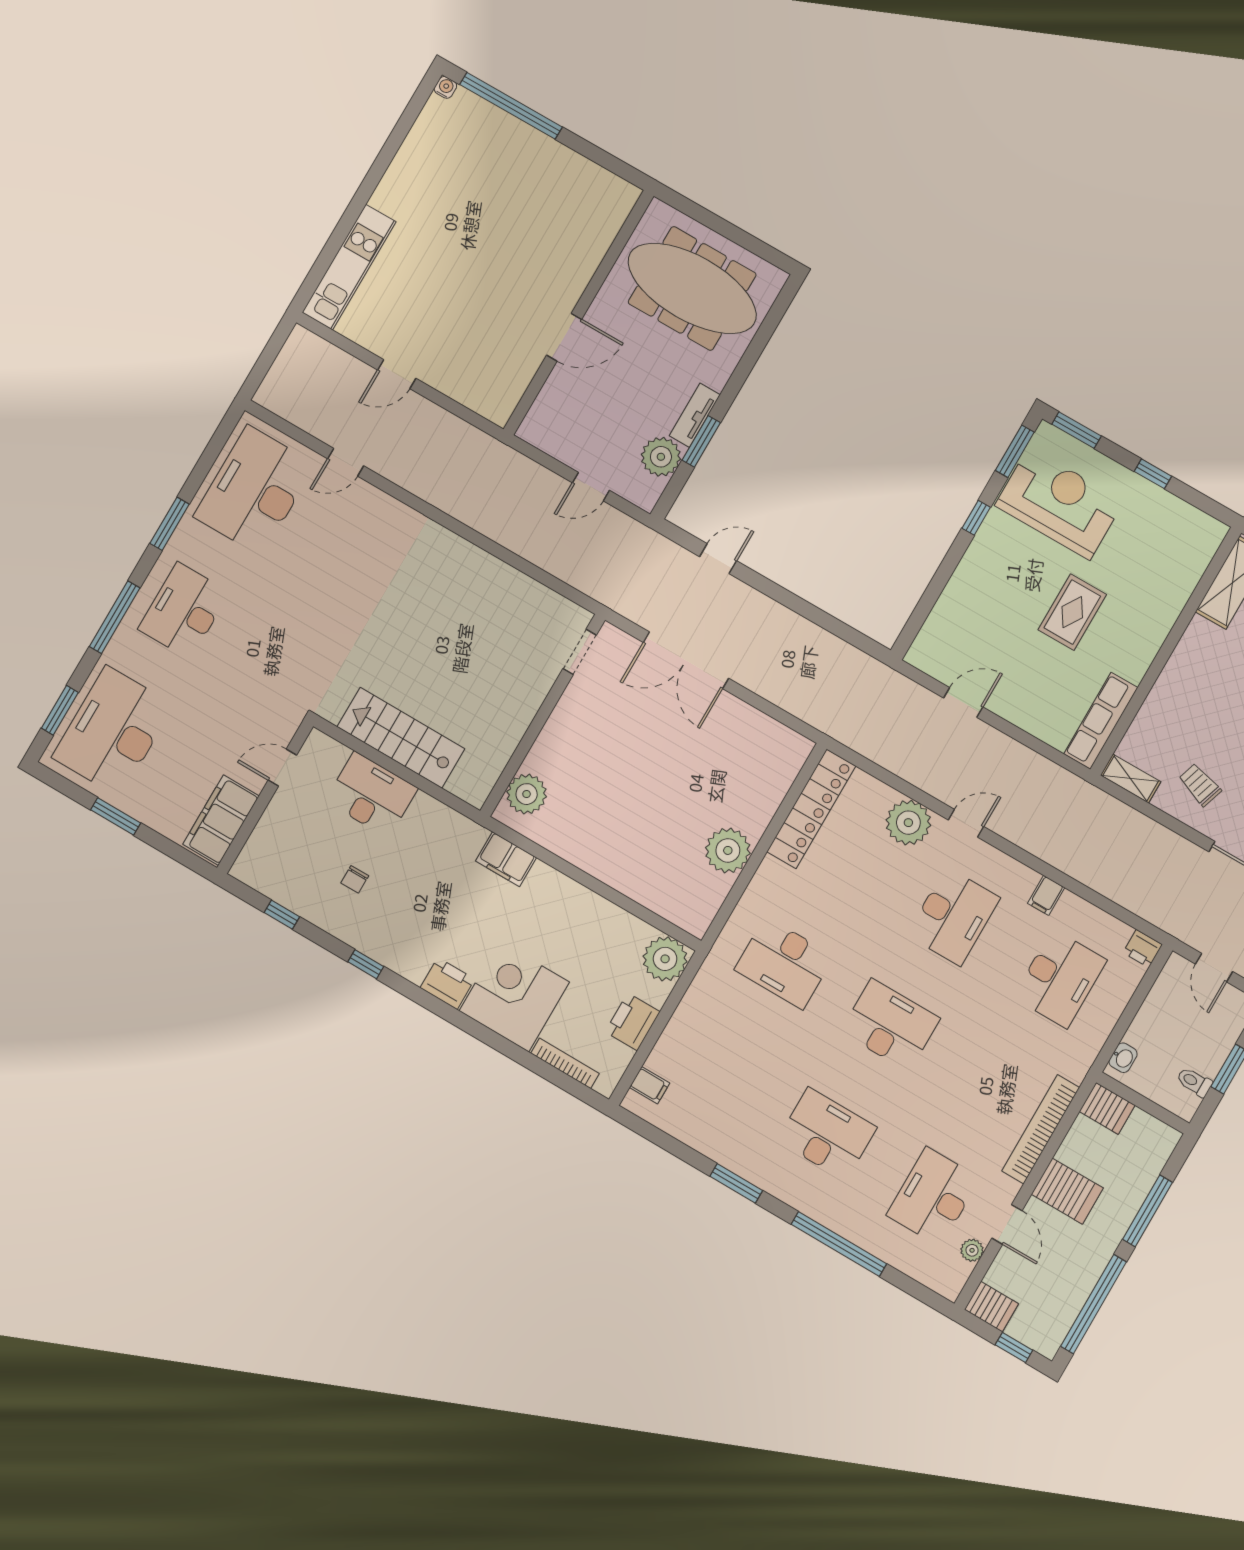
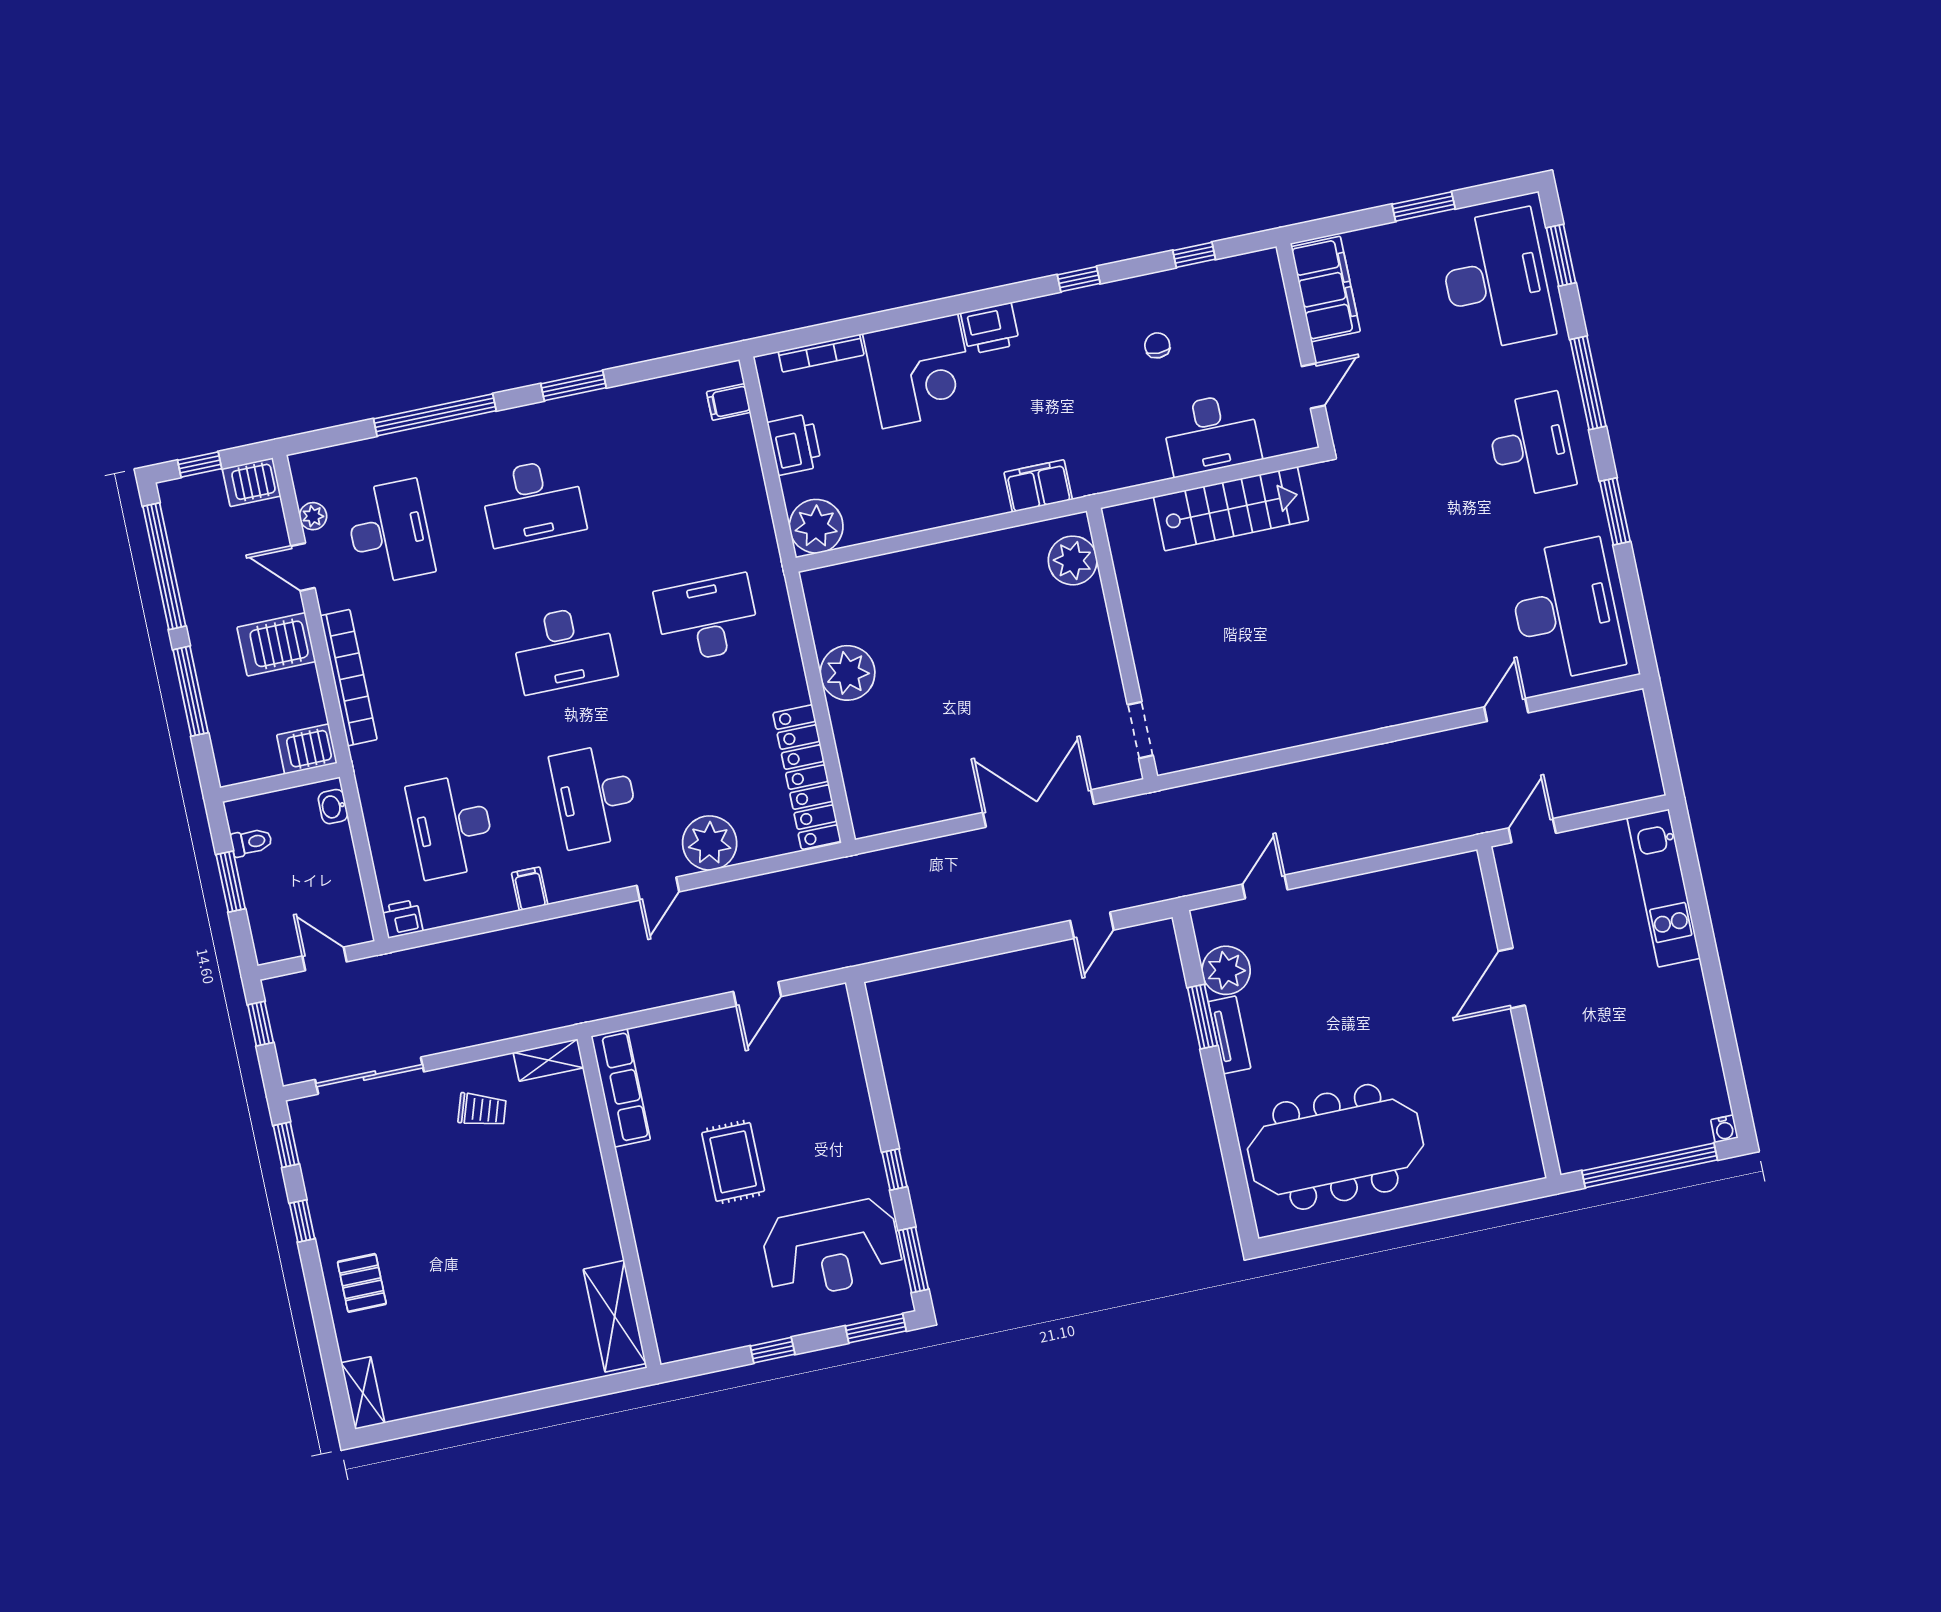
wall: (579, 312) -> (1519, 1012), moved
door: (564, 337) -> (1512, 978), moved

